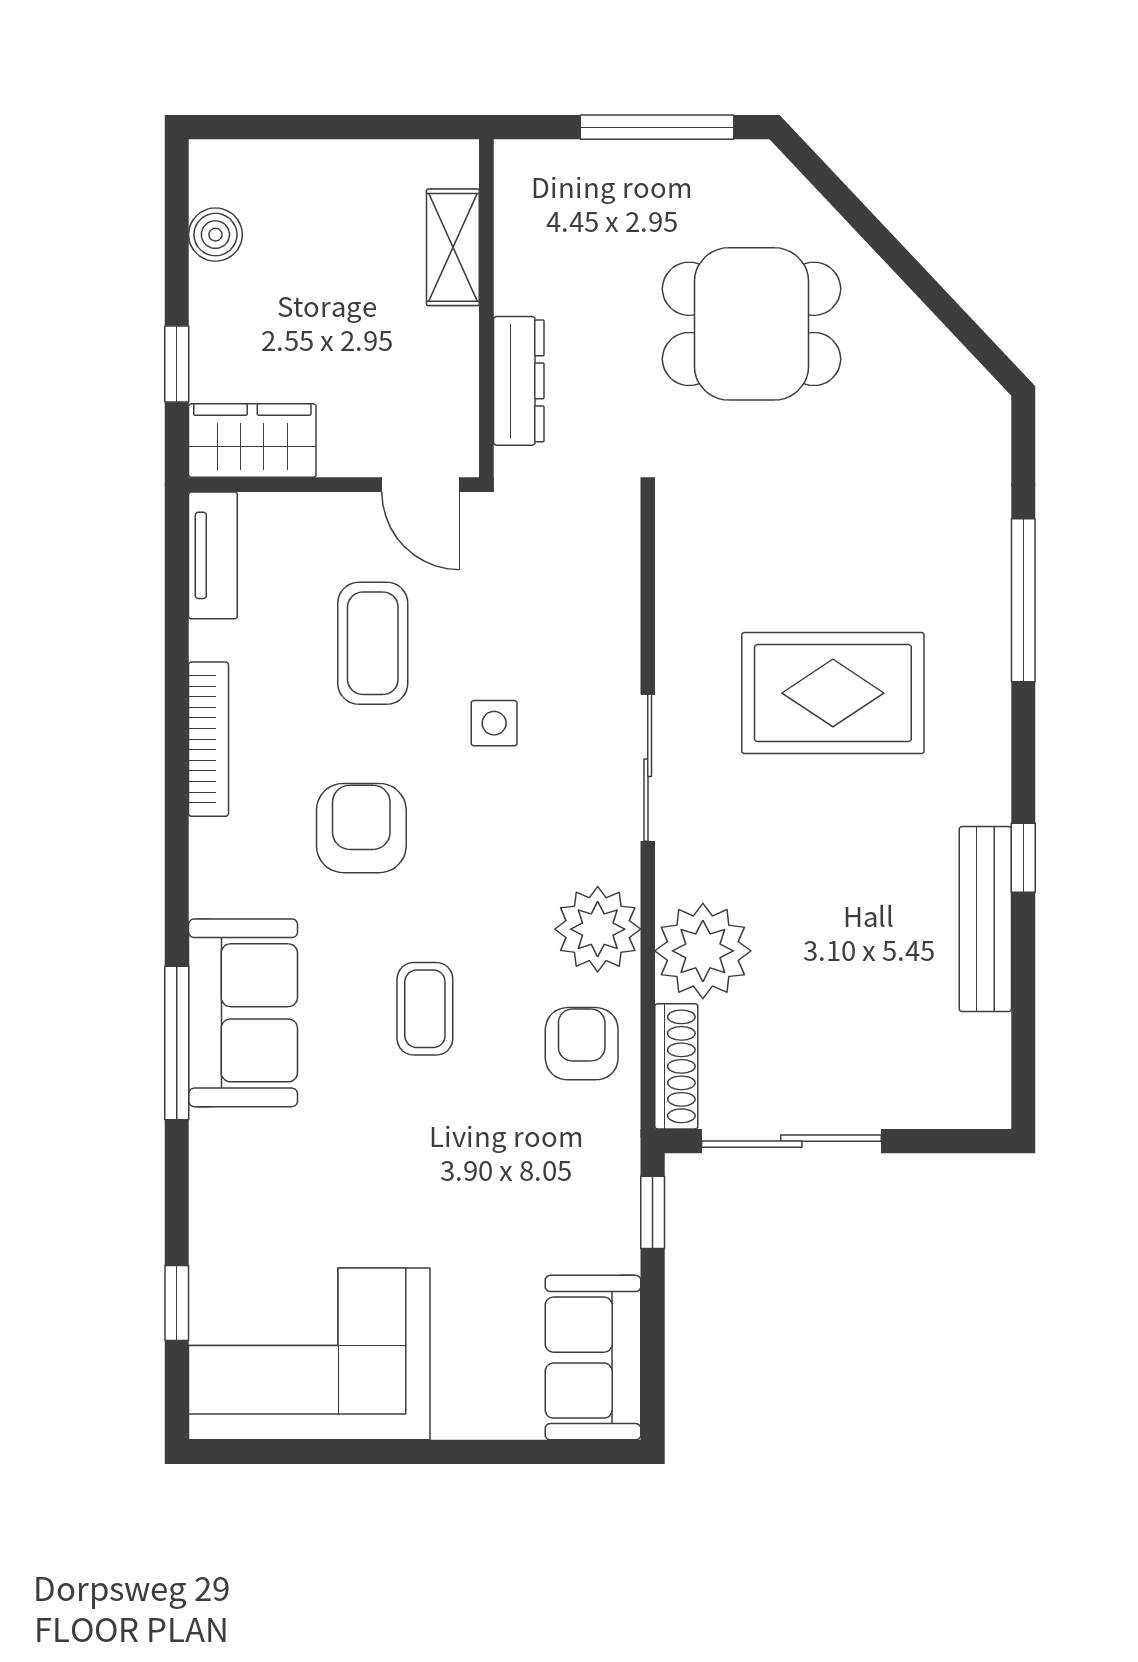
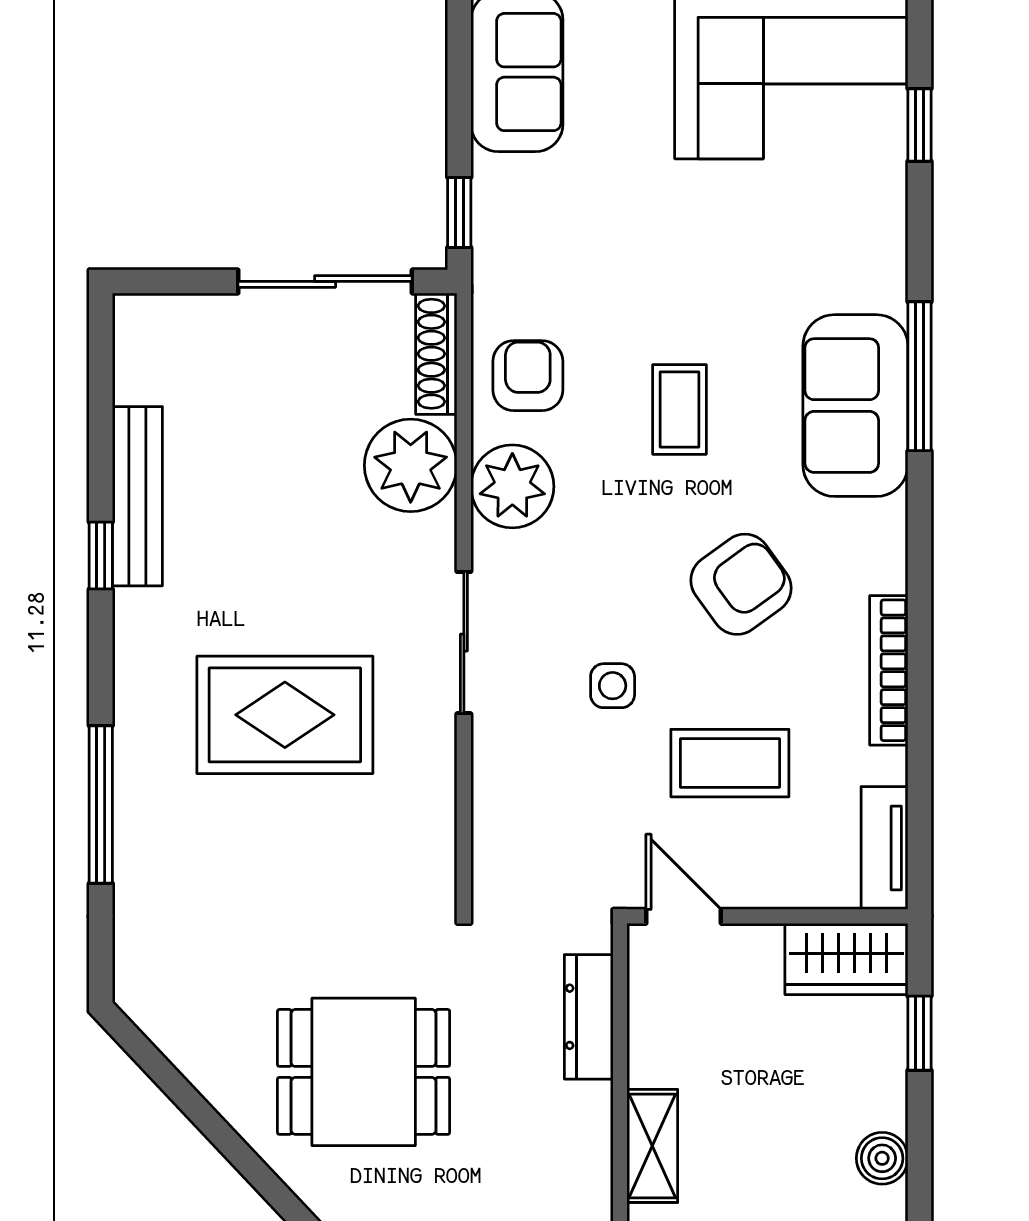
coffee table: (373, 643) -> (730, 763), turned 90
armchair: (361, 828) -> (741, 584), turned -126
armchair: (582, 1044) -> (528, 376), turned 180

